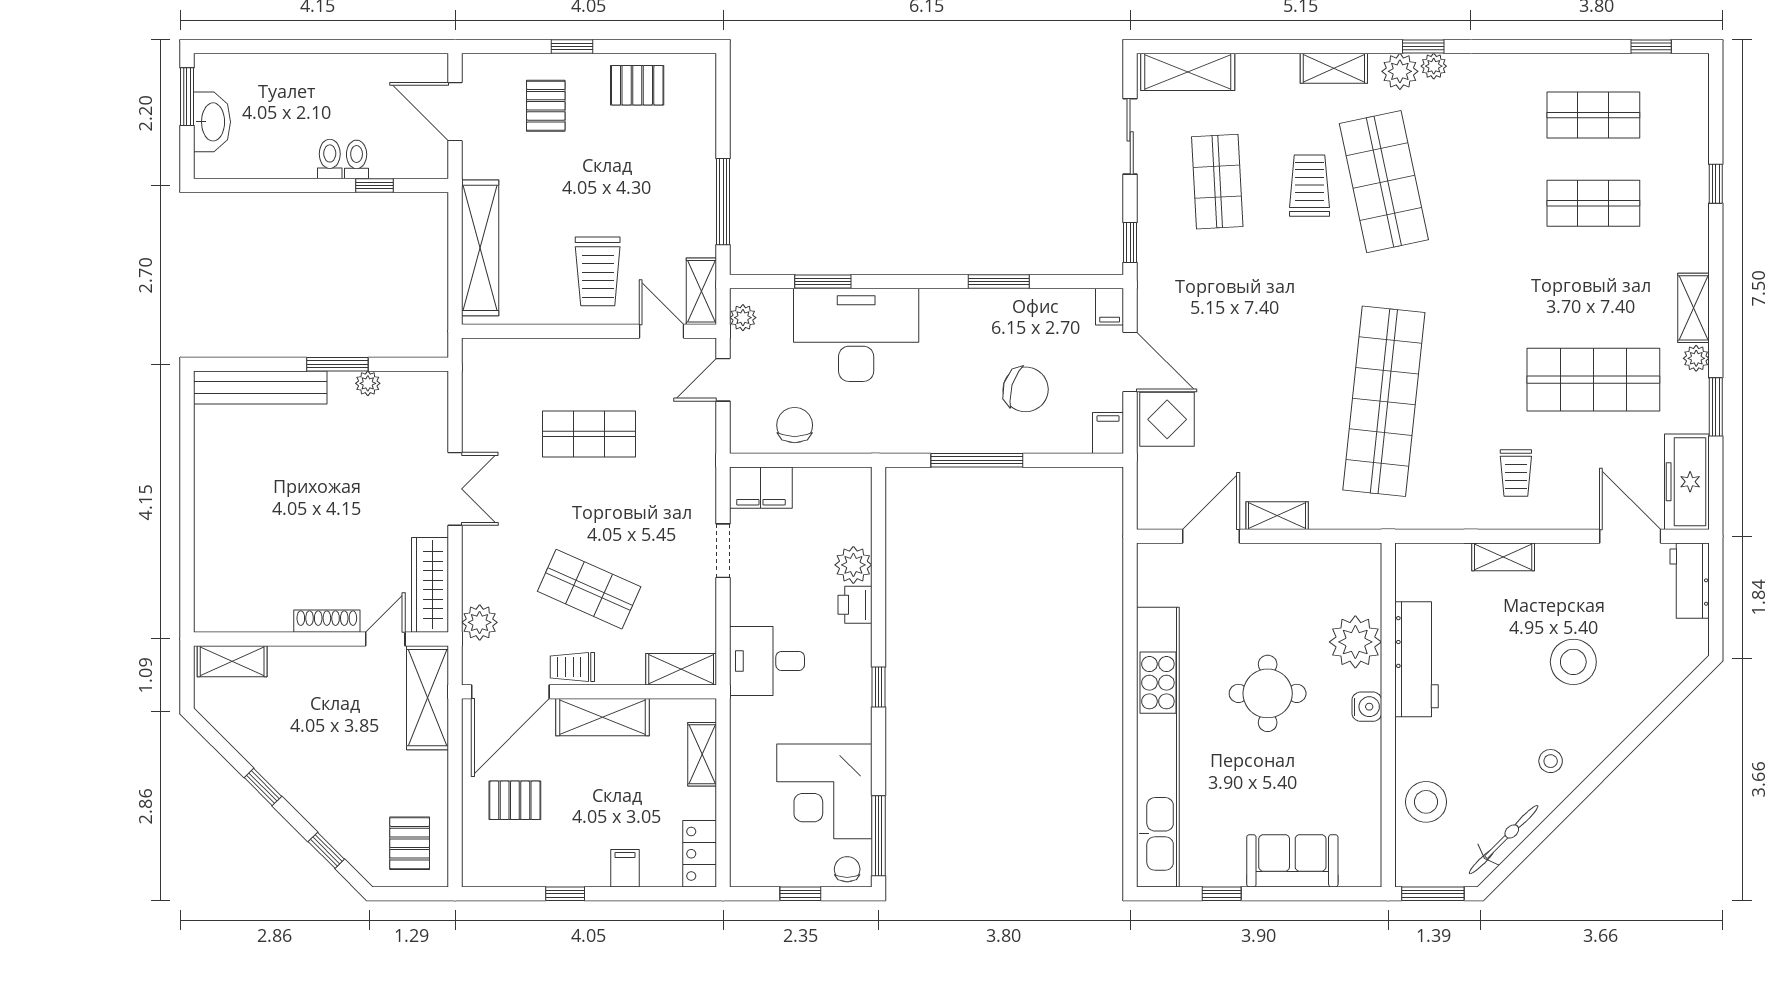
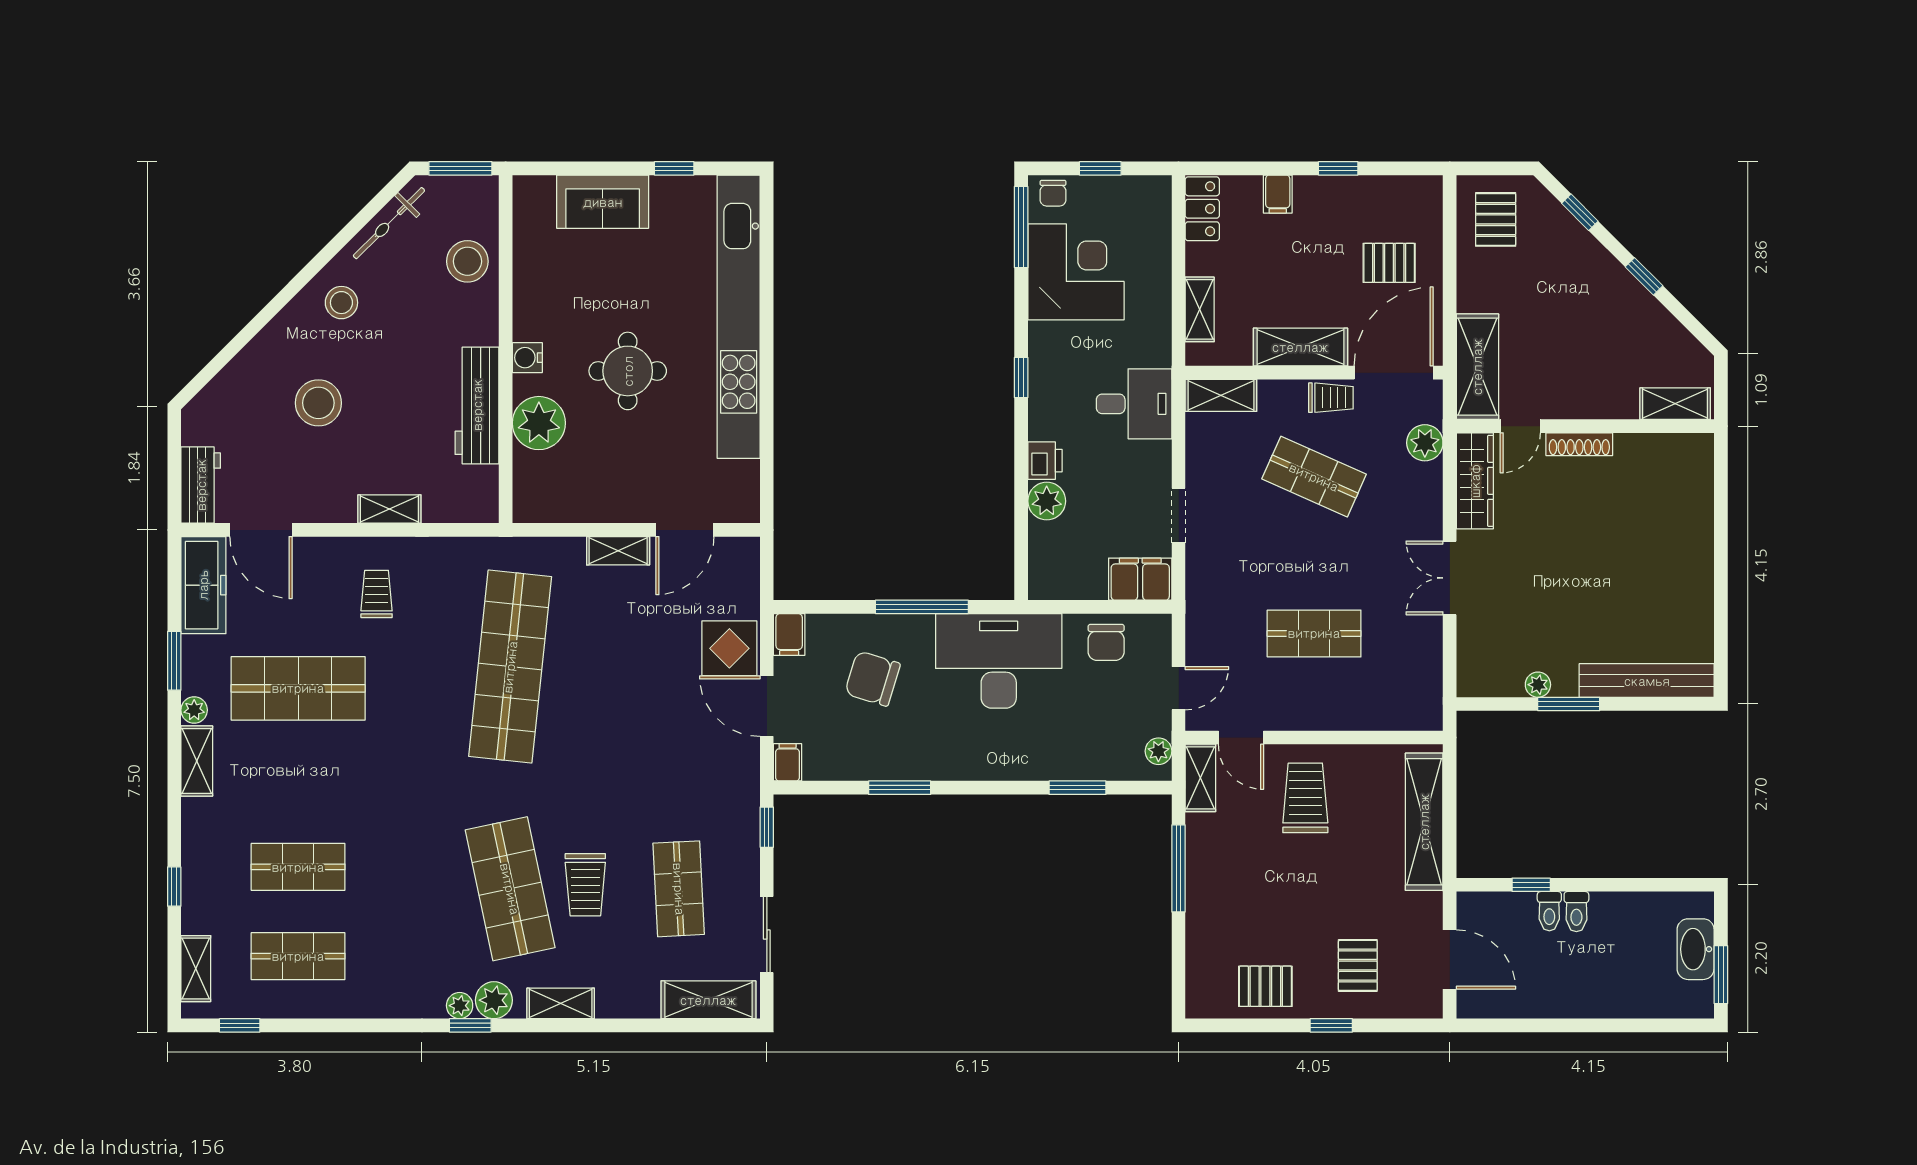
shelving: (1695, 103) -> (196, 969), added
desk: (856, 335) -> (999, 661), moved, turned 180
stool: (1551, 761) -> (341, 303), width x1.37, depth x1.37

